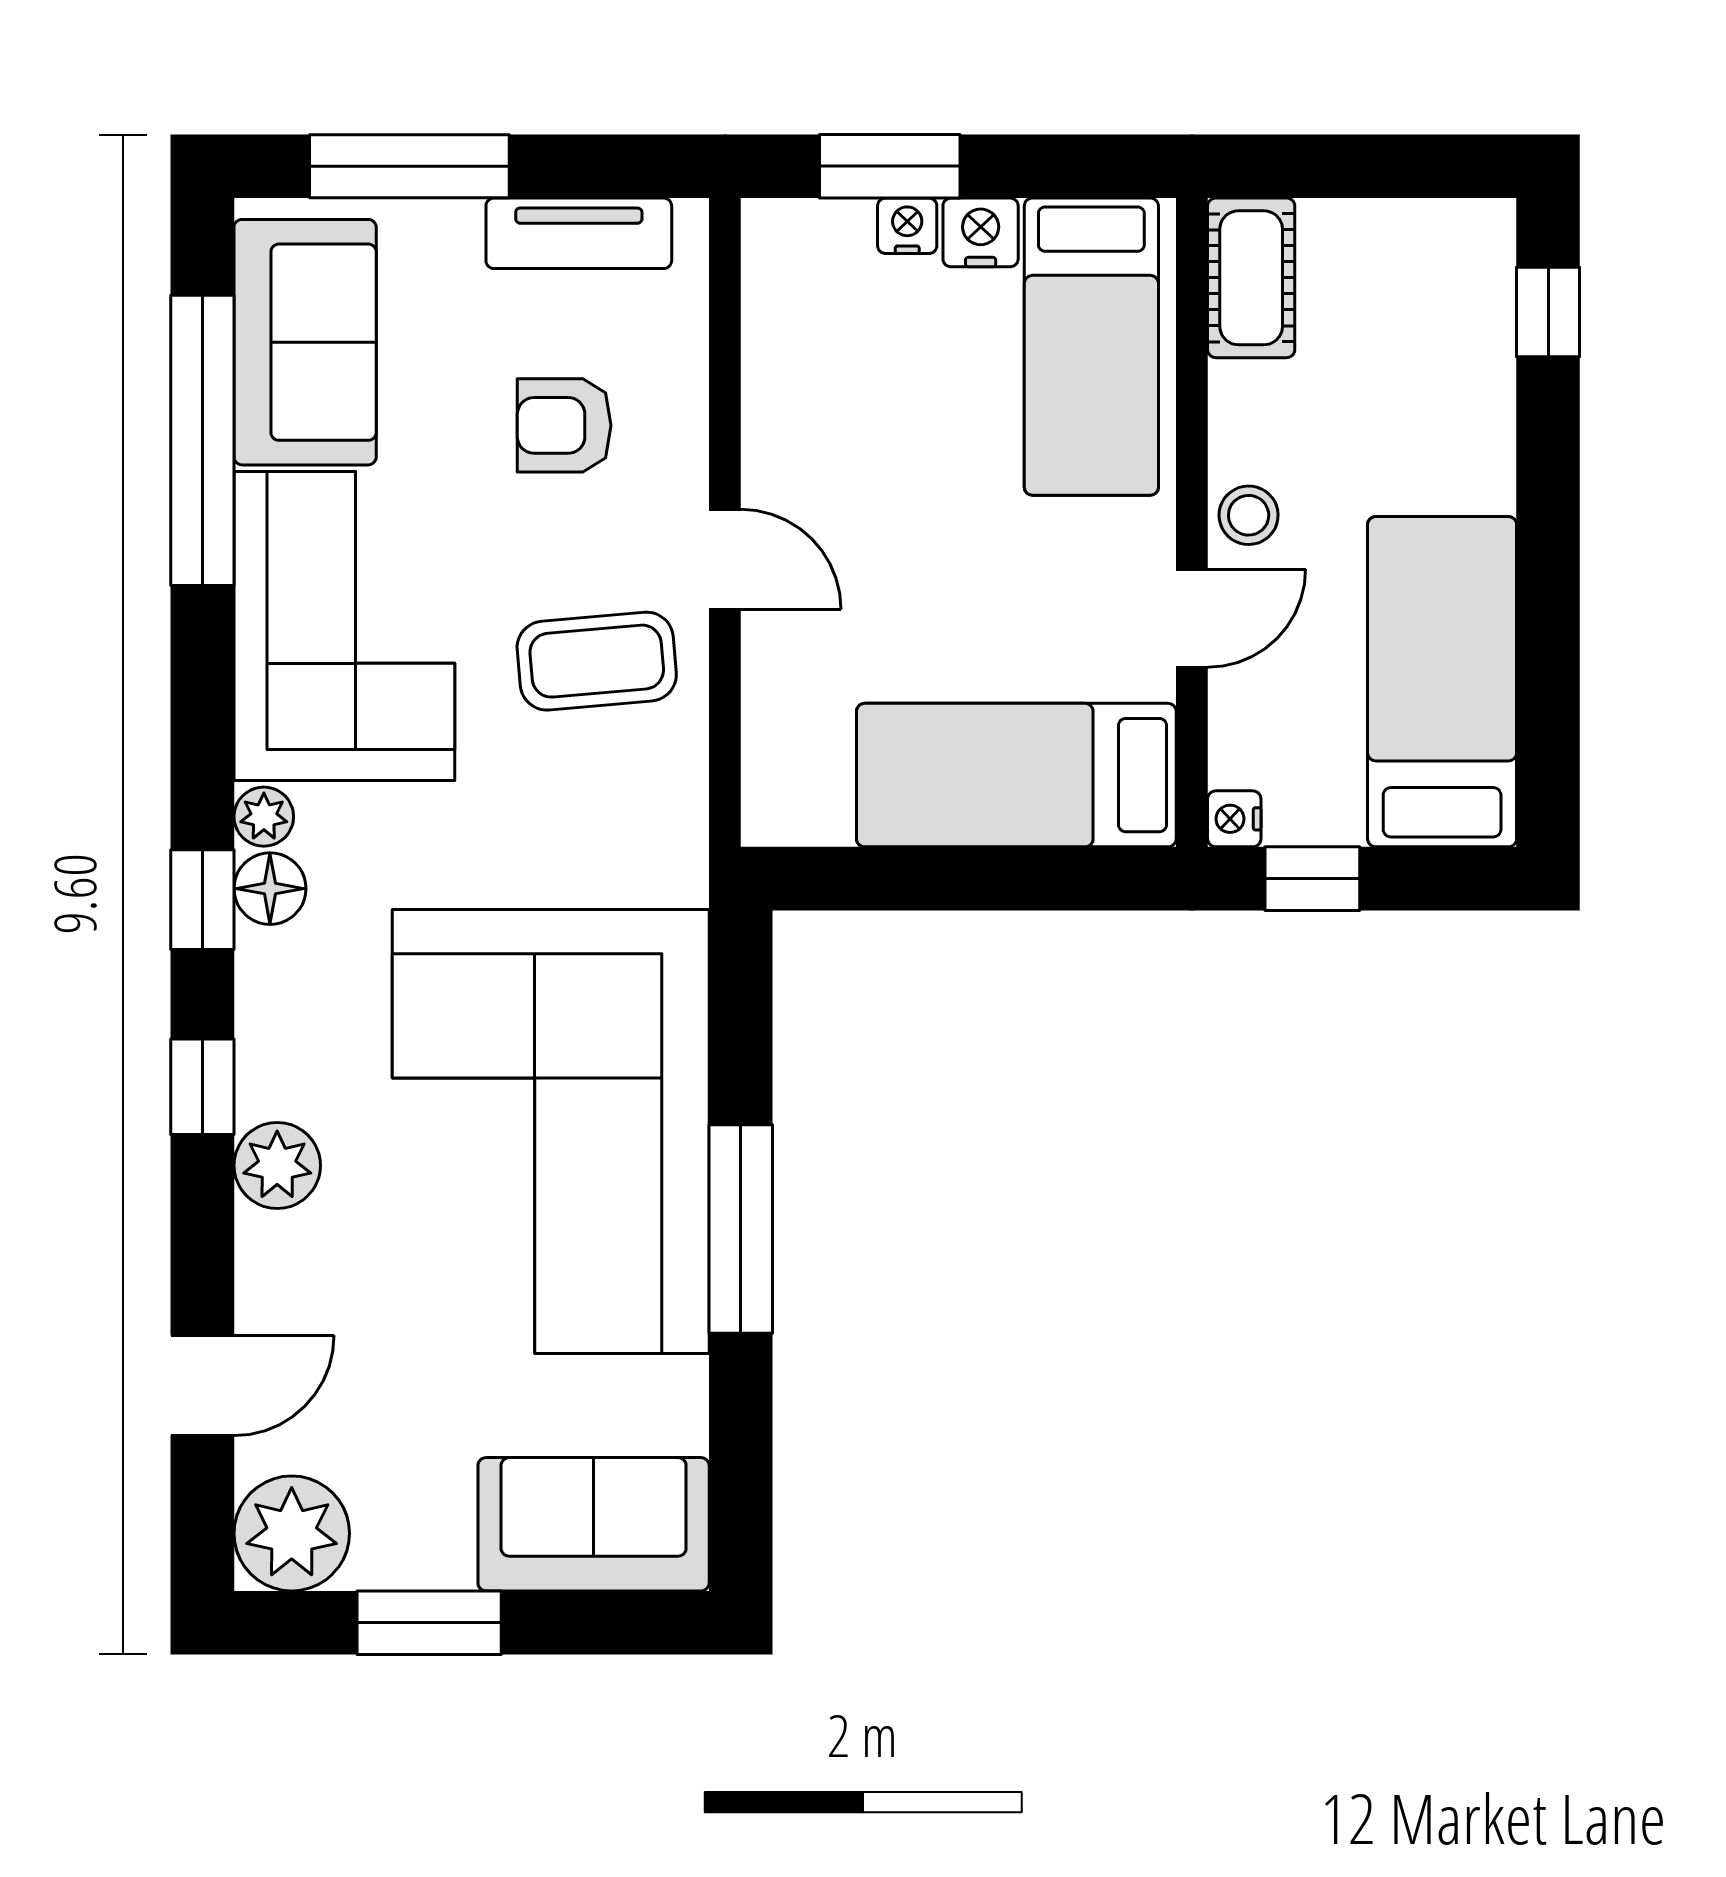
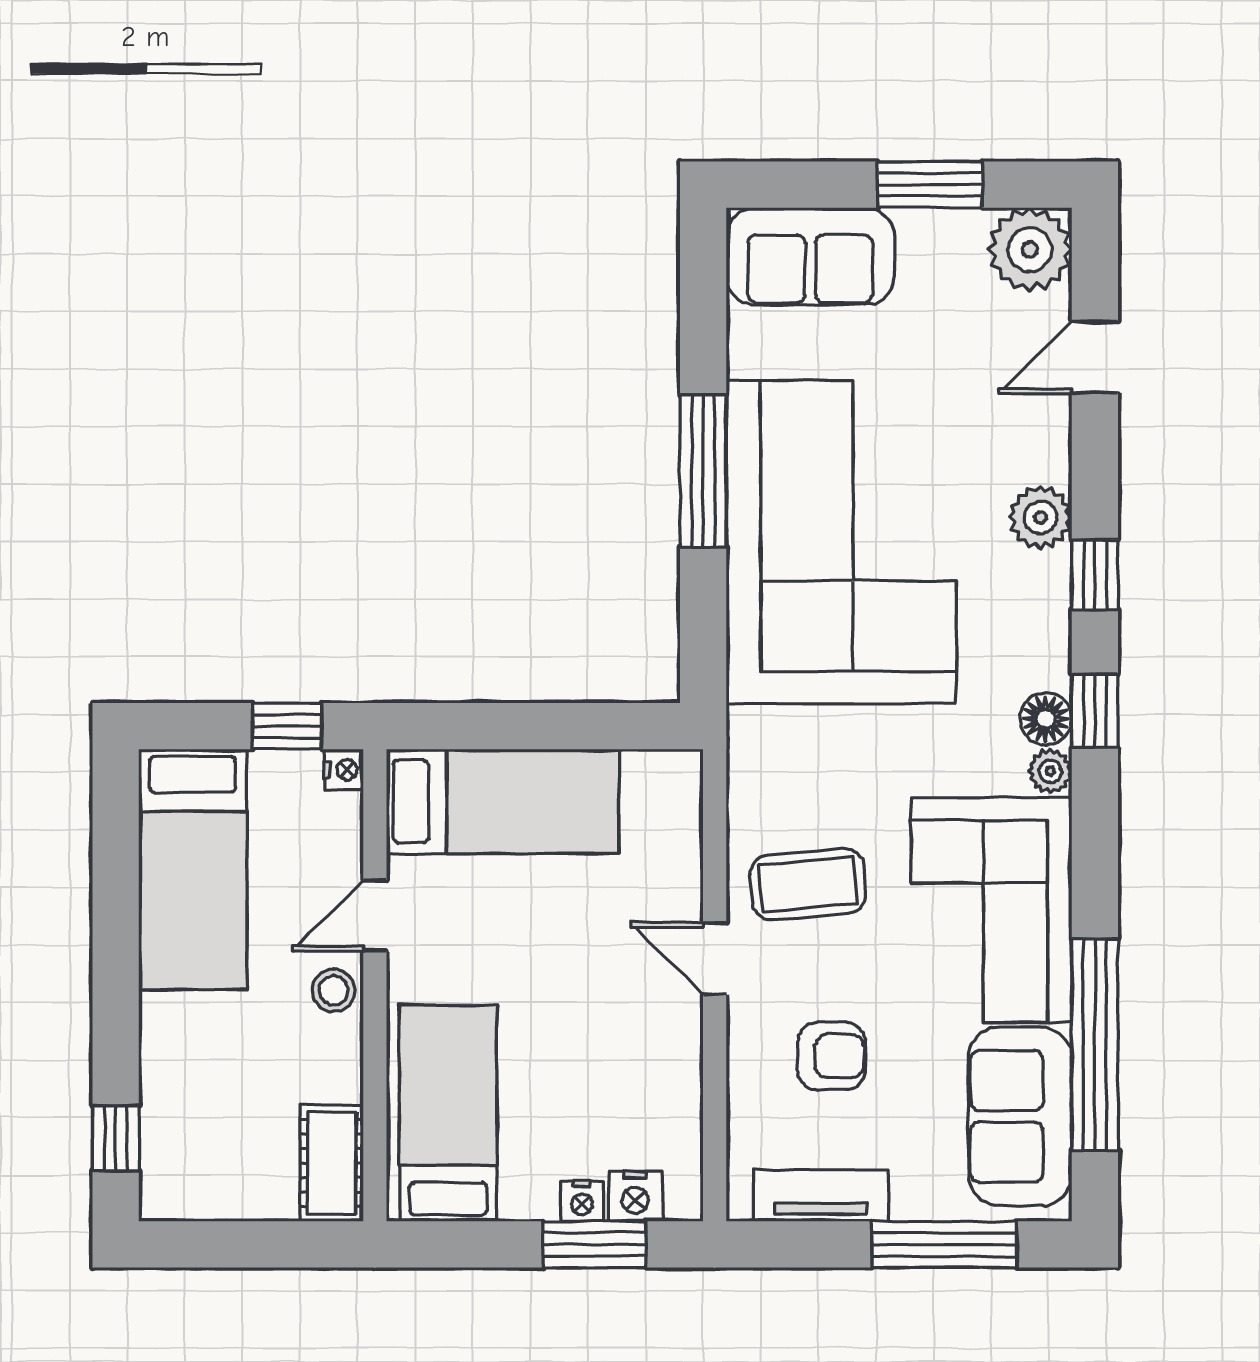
nightstand: (981, 232) -> (635, 1196), moved

